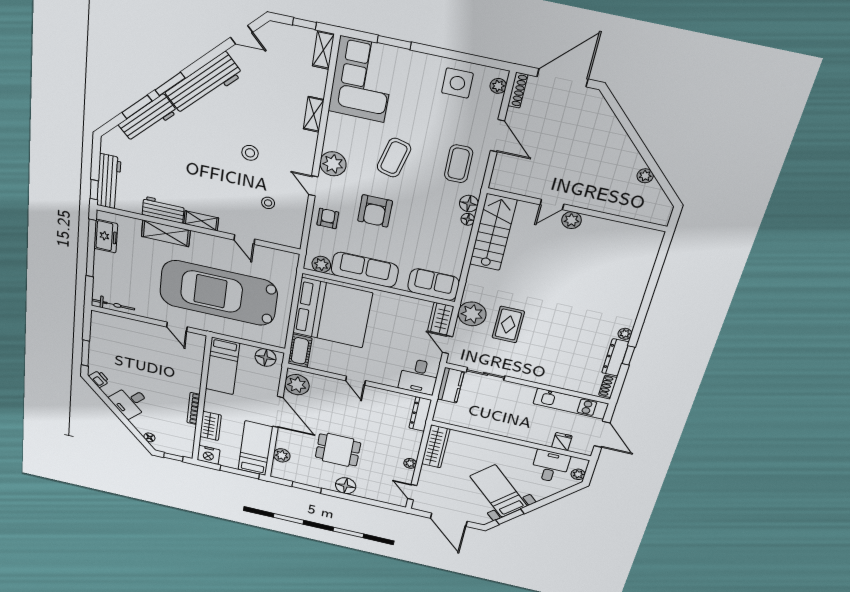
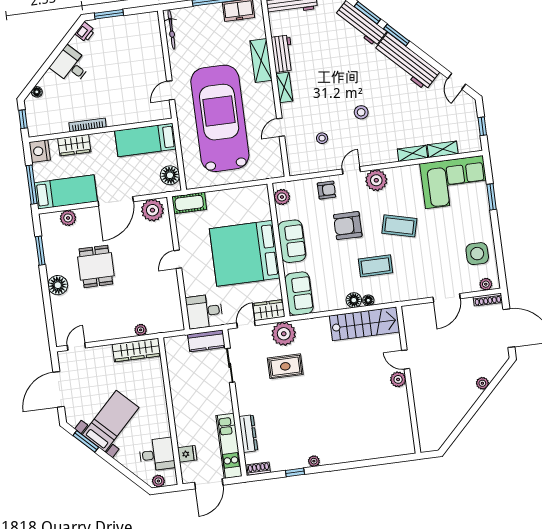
shelving: (323, 50) -> (443, 149), moved
coffee table: (459, 164) -> (376, 266), moved
plant: (645, 176) -> (482, 383), moved
floor lamp: (469, 204) -> (354, 300), moved
sofa: (365, 270) -> (292, 241), width x0.73
bed: (332, 313) -> (245, 253), moved, turned 90
dresser: (615, 357) -> (248, 433), moved, turned 90
dresser: (420, 414) -> (166, 325), removed
plant: (410, 463) -> (141, 330), moved

